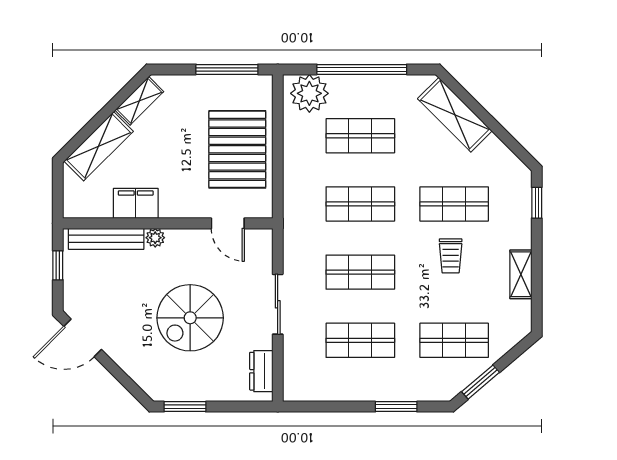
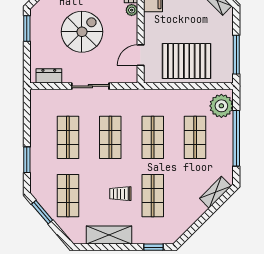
shelving: (455, 115) -> (215, 192), width x0.67, depth x0.75
shelving: (521, 274) -> (109, 235), width x1.50, depth x1.33
spiral stairs: (190, 318) -> (82, 32), turned 90

